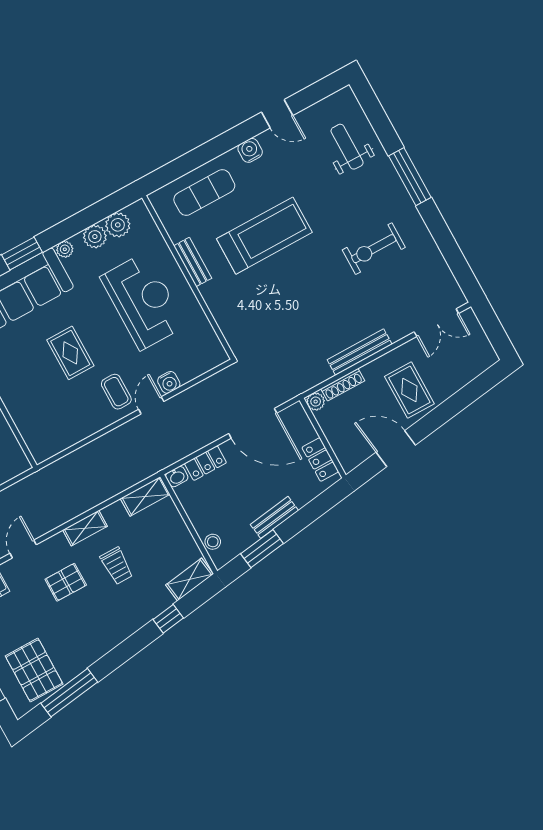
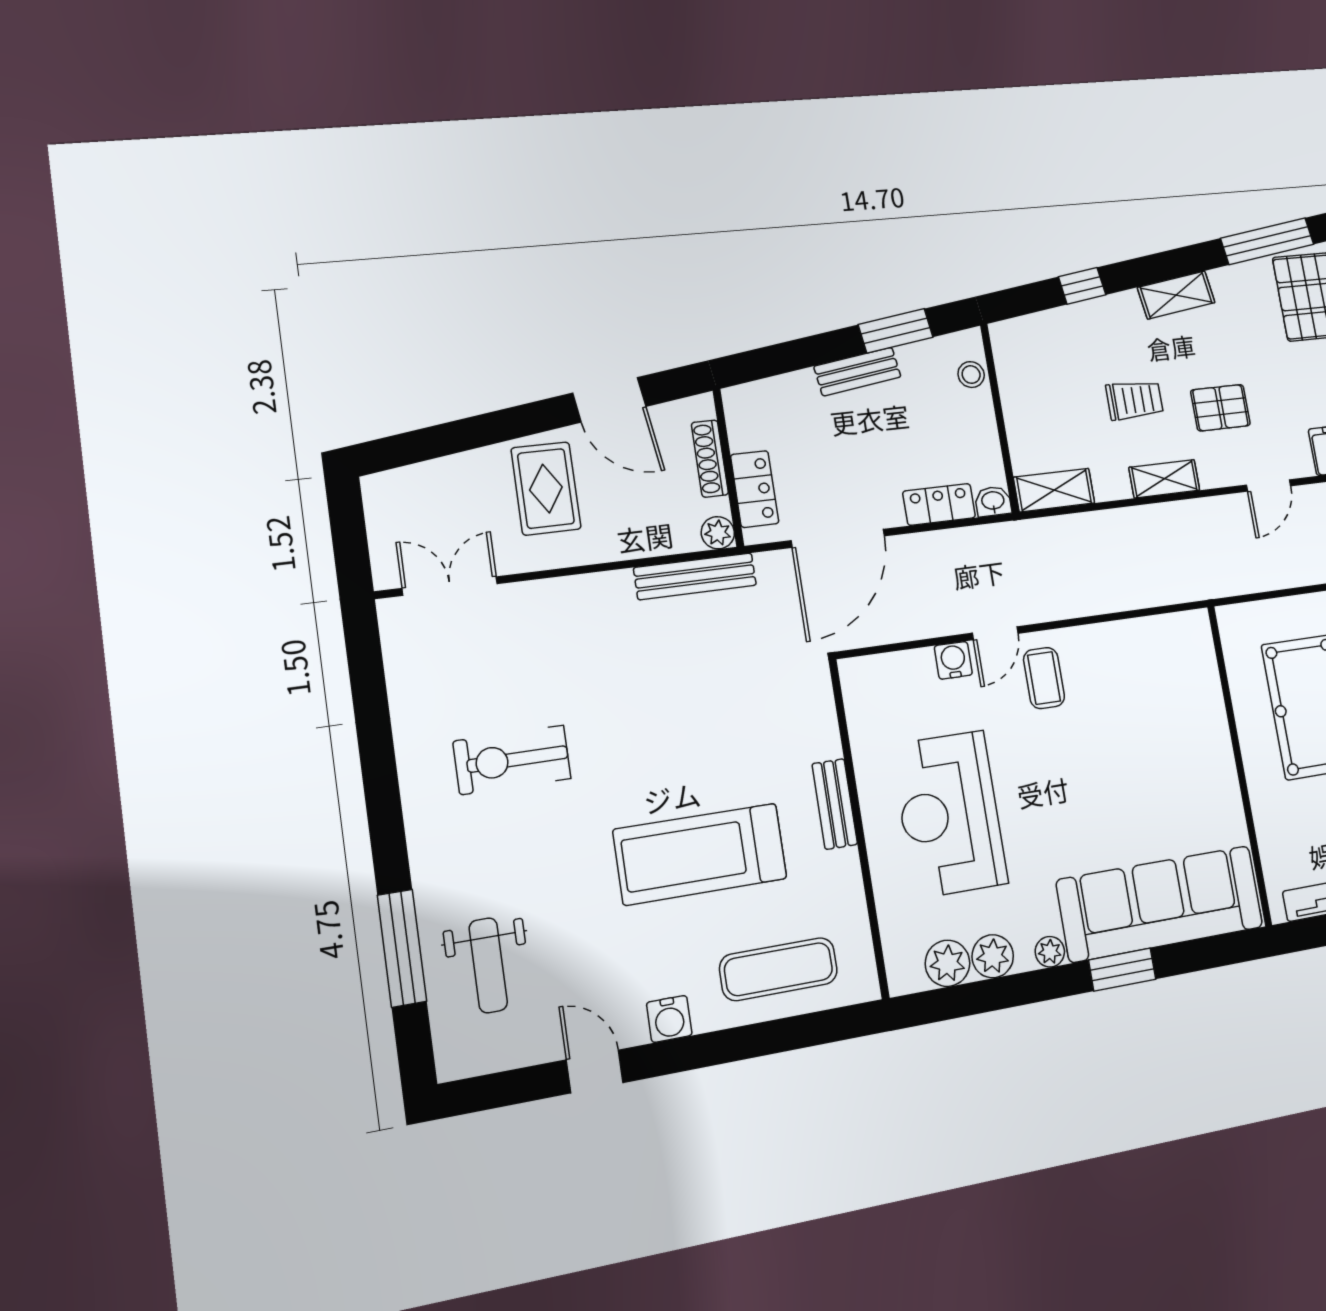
window: (410, 177) -> (402, 948), moved
exercise bike: (374, 249) -> (512, 760), turned 180
bench: (193, 262) -> (835, 804), moved
bench: (360, 352) -> (695, 576), moved
rug: (70, 353) -> (1097, 771), removed
shoe rack: (343, 385) -> (710, 459), moved, turned -90
door: (253, 423) -> (838, 538), swing flipped
locker: (320, 460) -> (755, 489), moved
trolley: (117, 566) -> (1135, 400), turned 90
shelving: (190, 579) -> (1176, 295), moved

